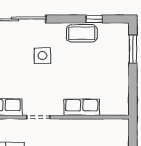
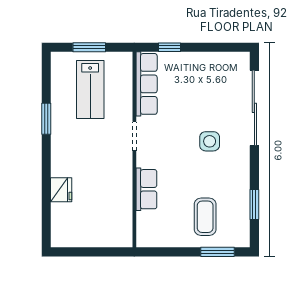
window: (94, 19) -> (254, 205), width x1.50
coffee table: (82, 33) -> (205, 217), moved

